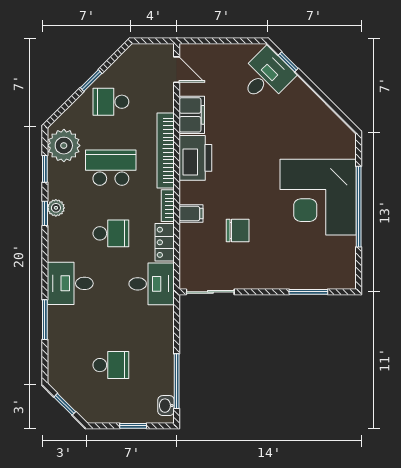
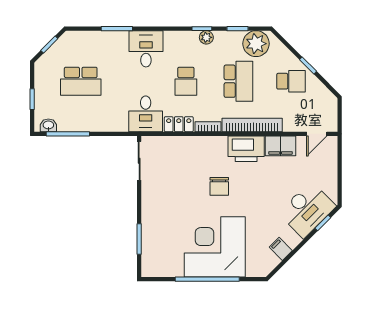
desk: (266, 76) -> (307, 210), width x1.37
school desk: (111, 102) -> (291, 81), turned 90
filing cabinet: (191, 214) -> (281, 249), moved, turned 135
chair: (238, 230) -> (219, 186), moved
school desk: (111, 365) -> (81, 81), width x1.85

